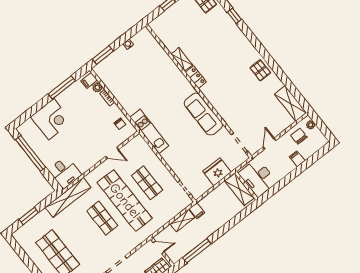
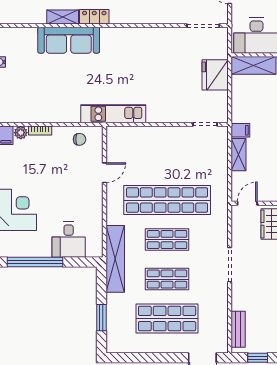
sofa: (203, 114) -> (69, 40), moved
desk: (65, 172) -> (69, 240), moved, turned 90
shop shelf: (147, 183) -> (167, 279), moved

